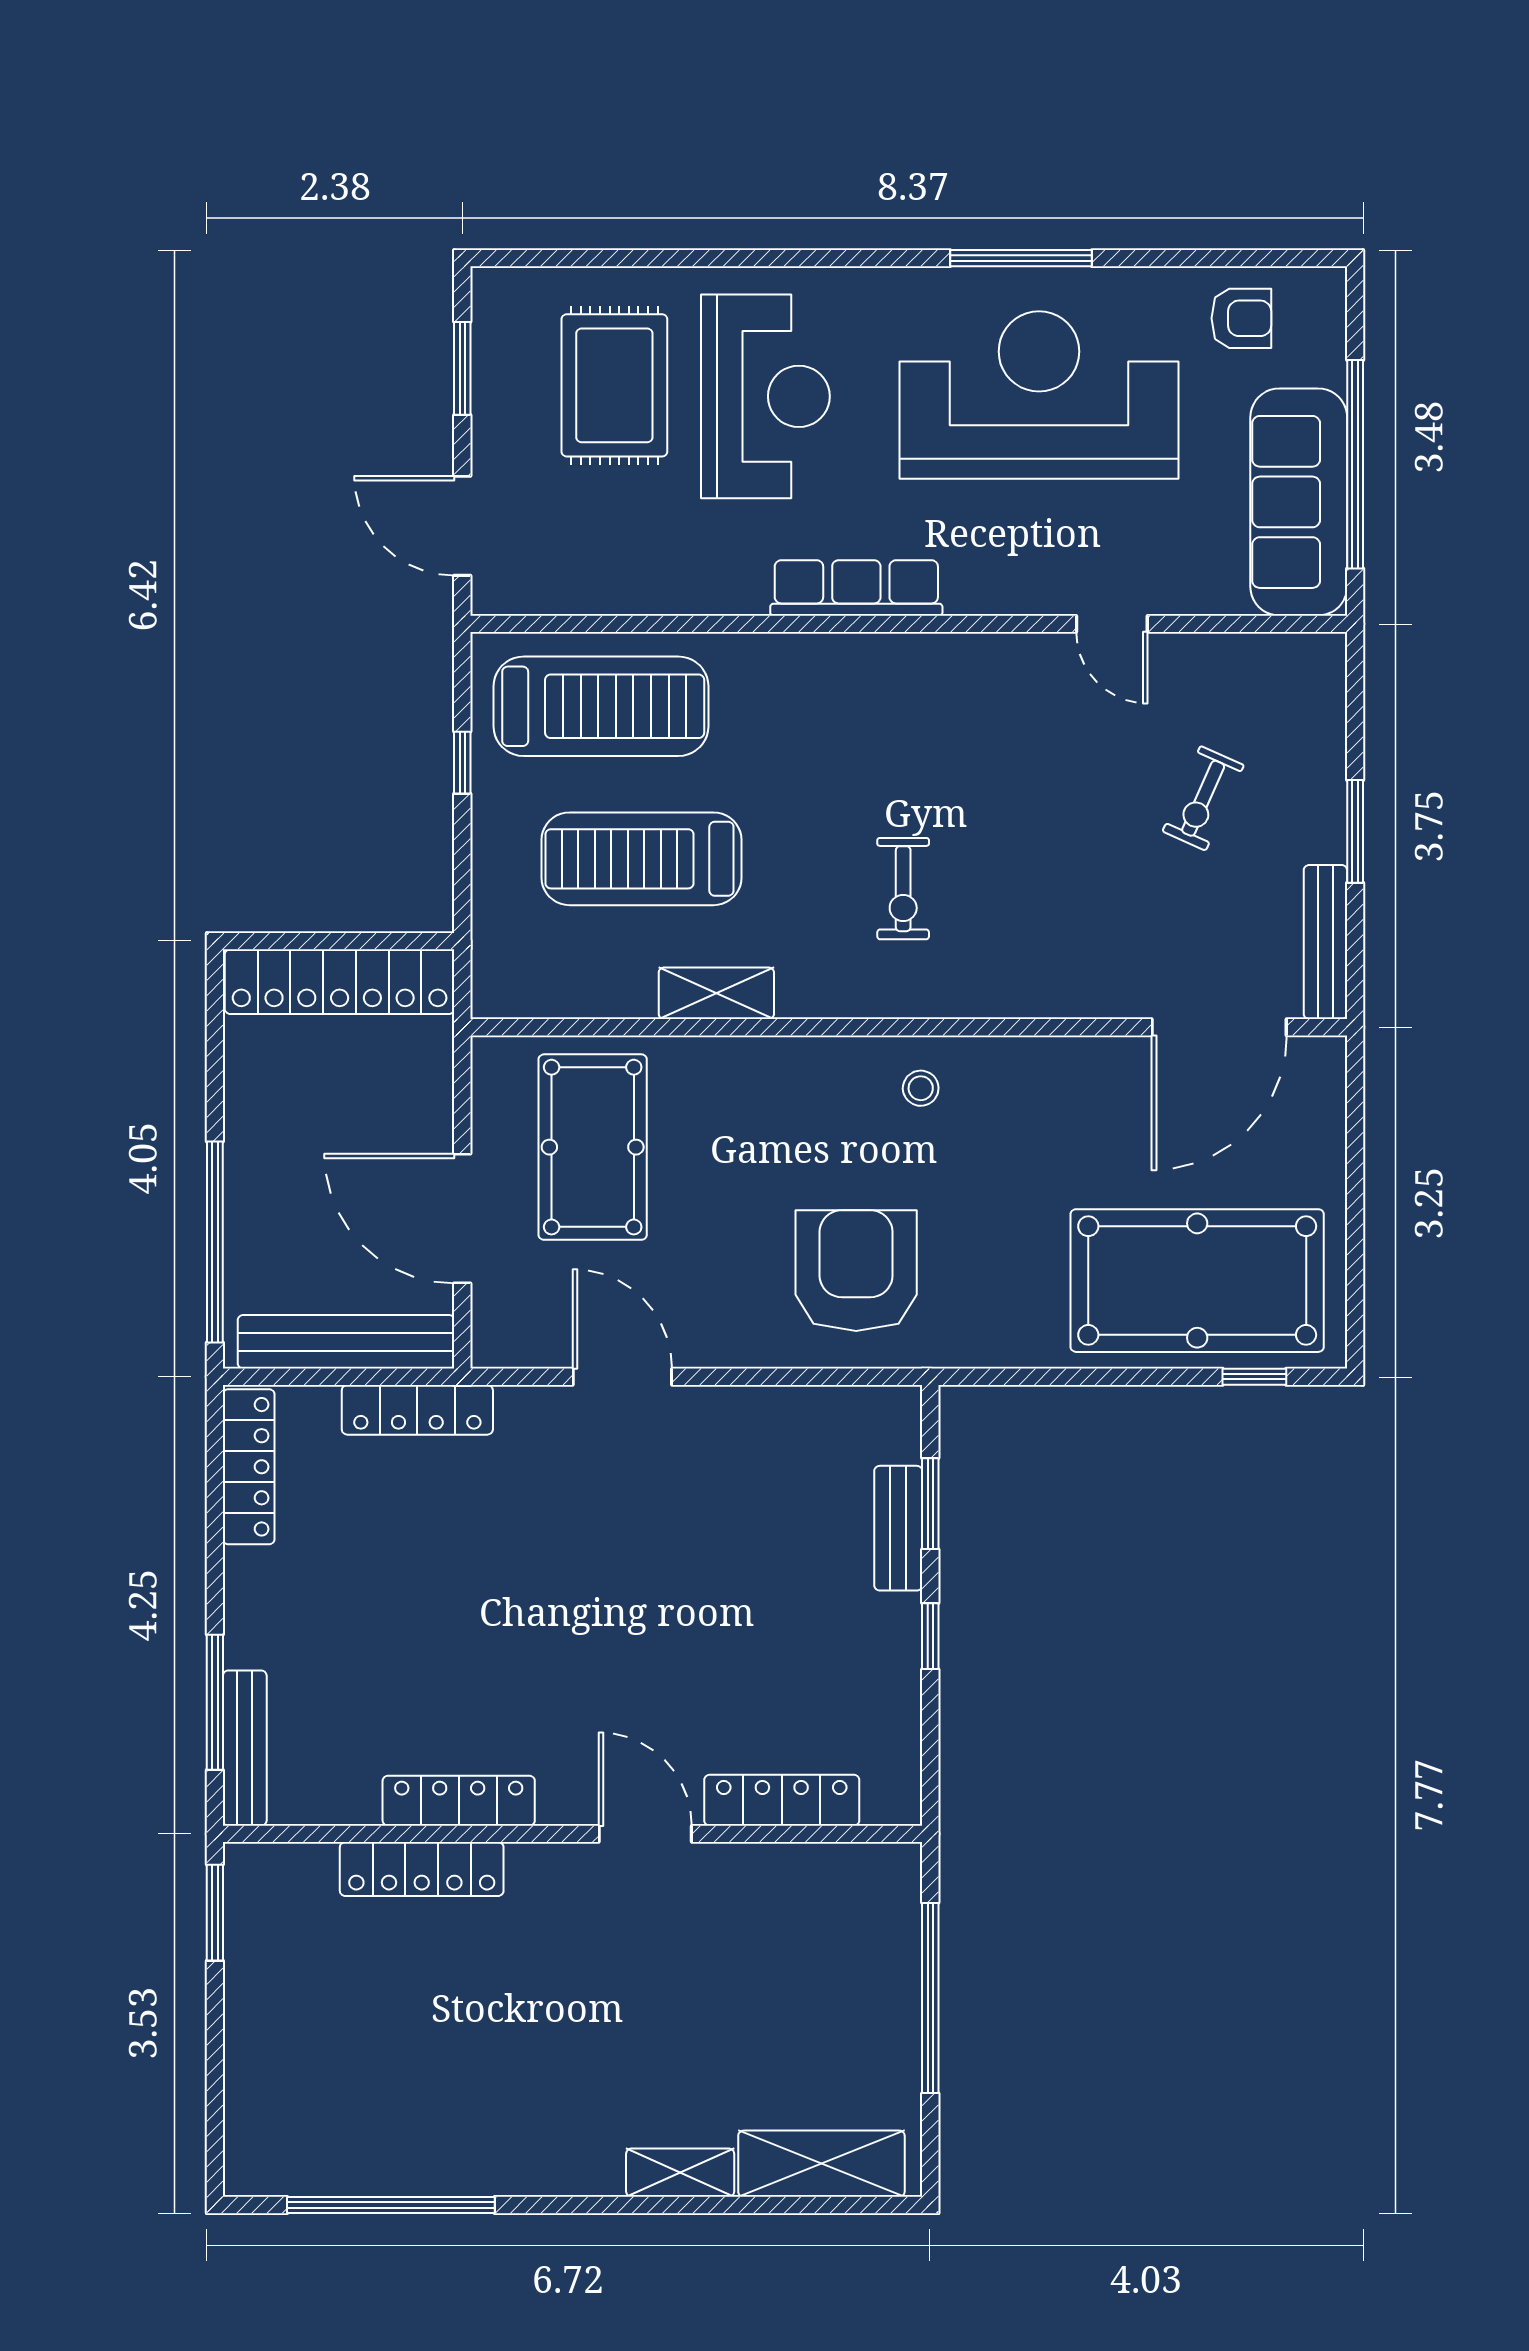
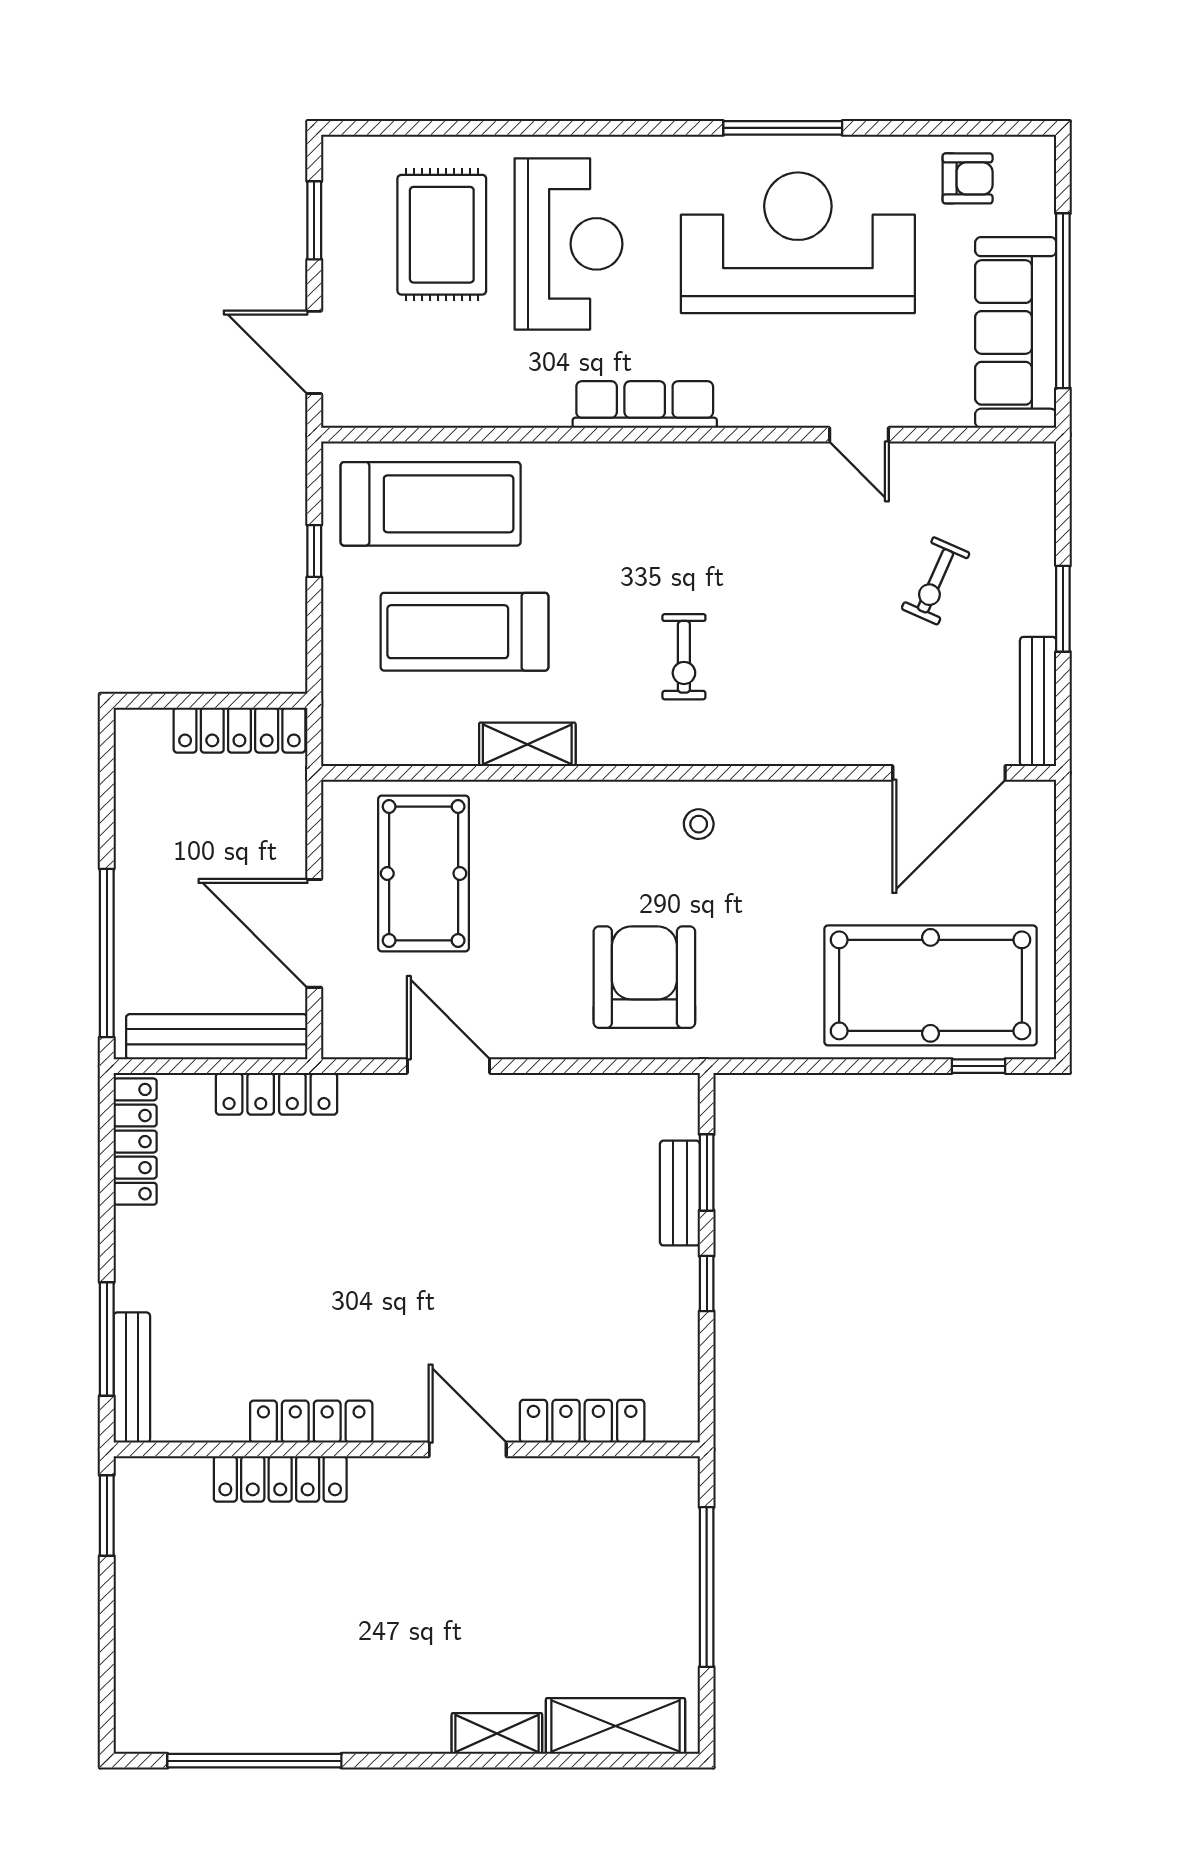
locker: (340, 982) -> (239, 730), width x0.71, depth x0.83

